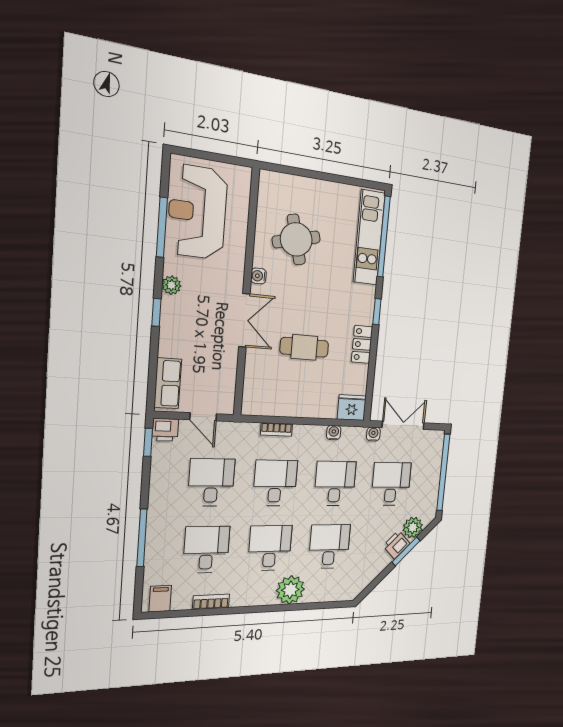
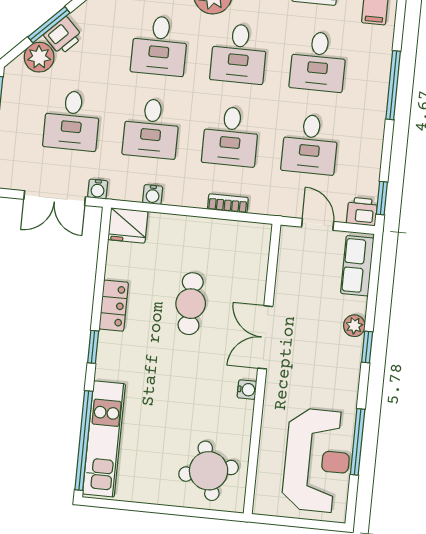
round table: (296, 239) -> (209, 471), moved
plant: (171, 285) -> (354, 326), moved
cafe table: (304, 347) -> (191, 304), turned 90

